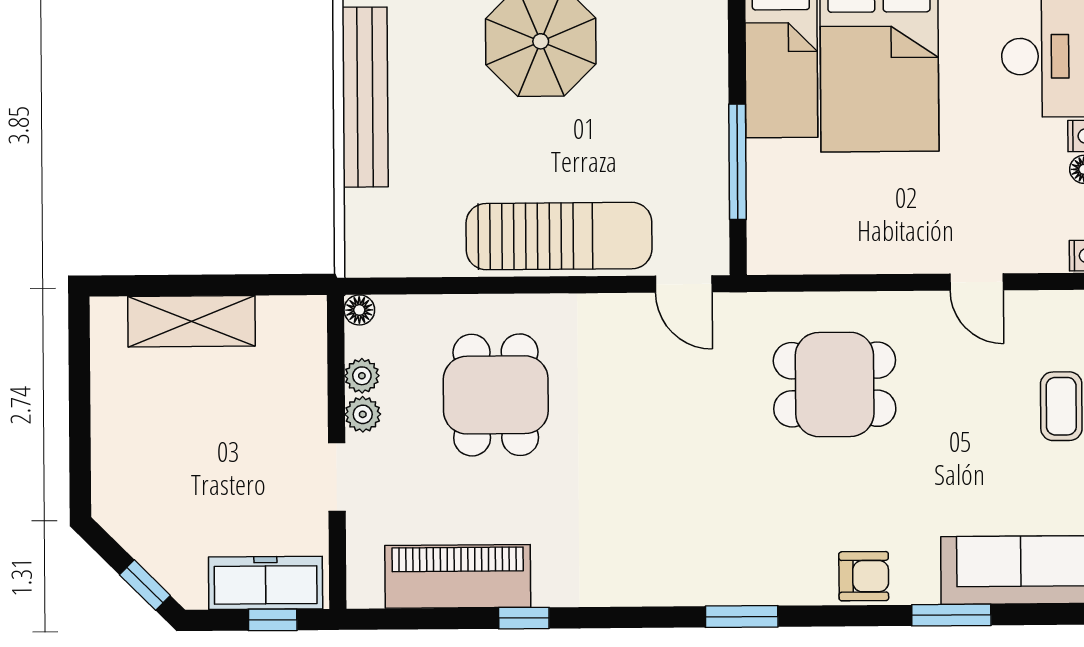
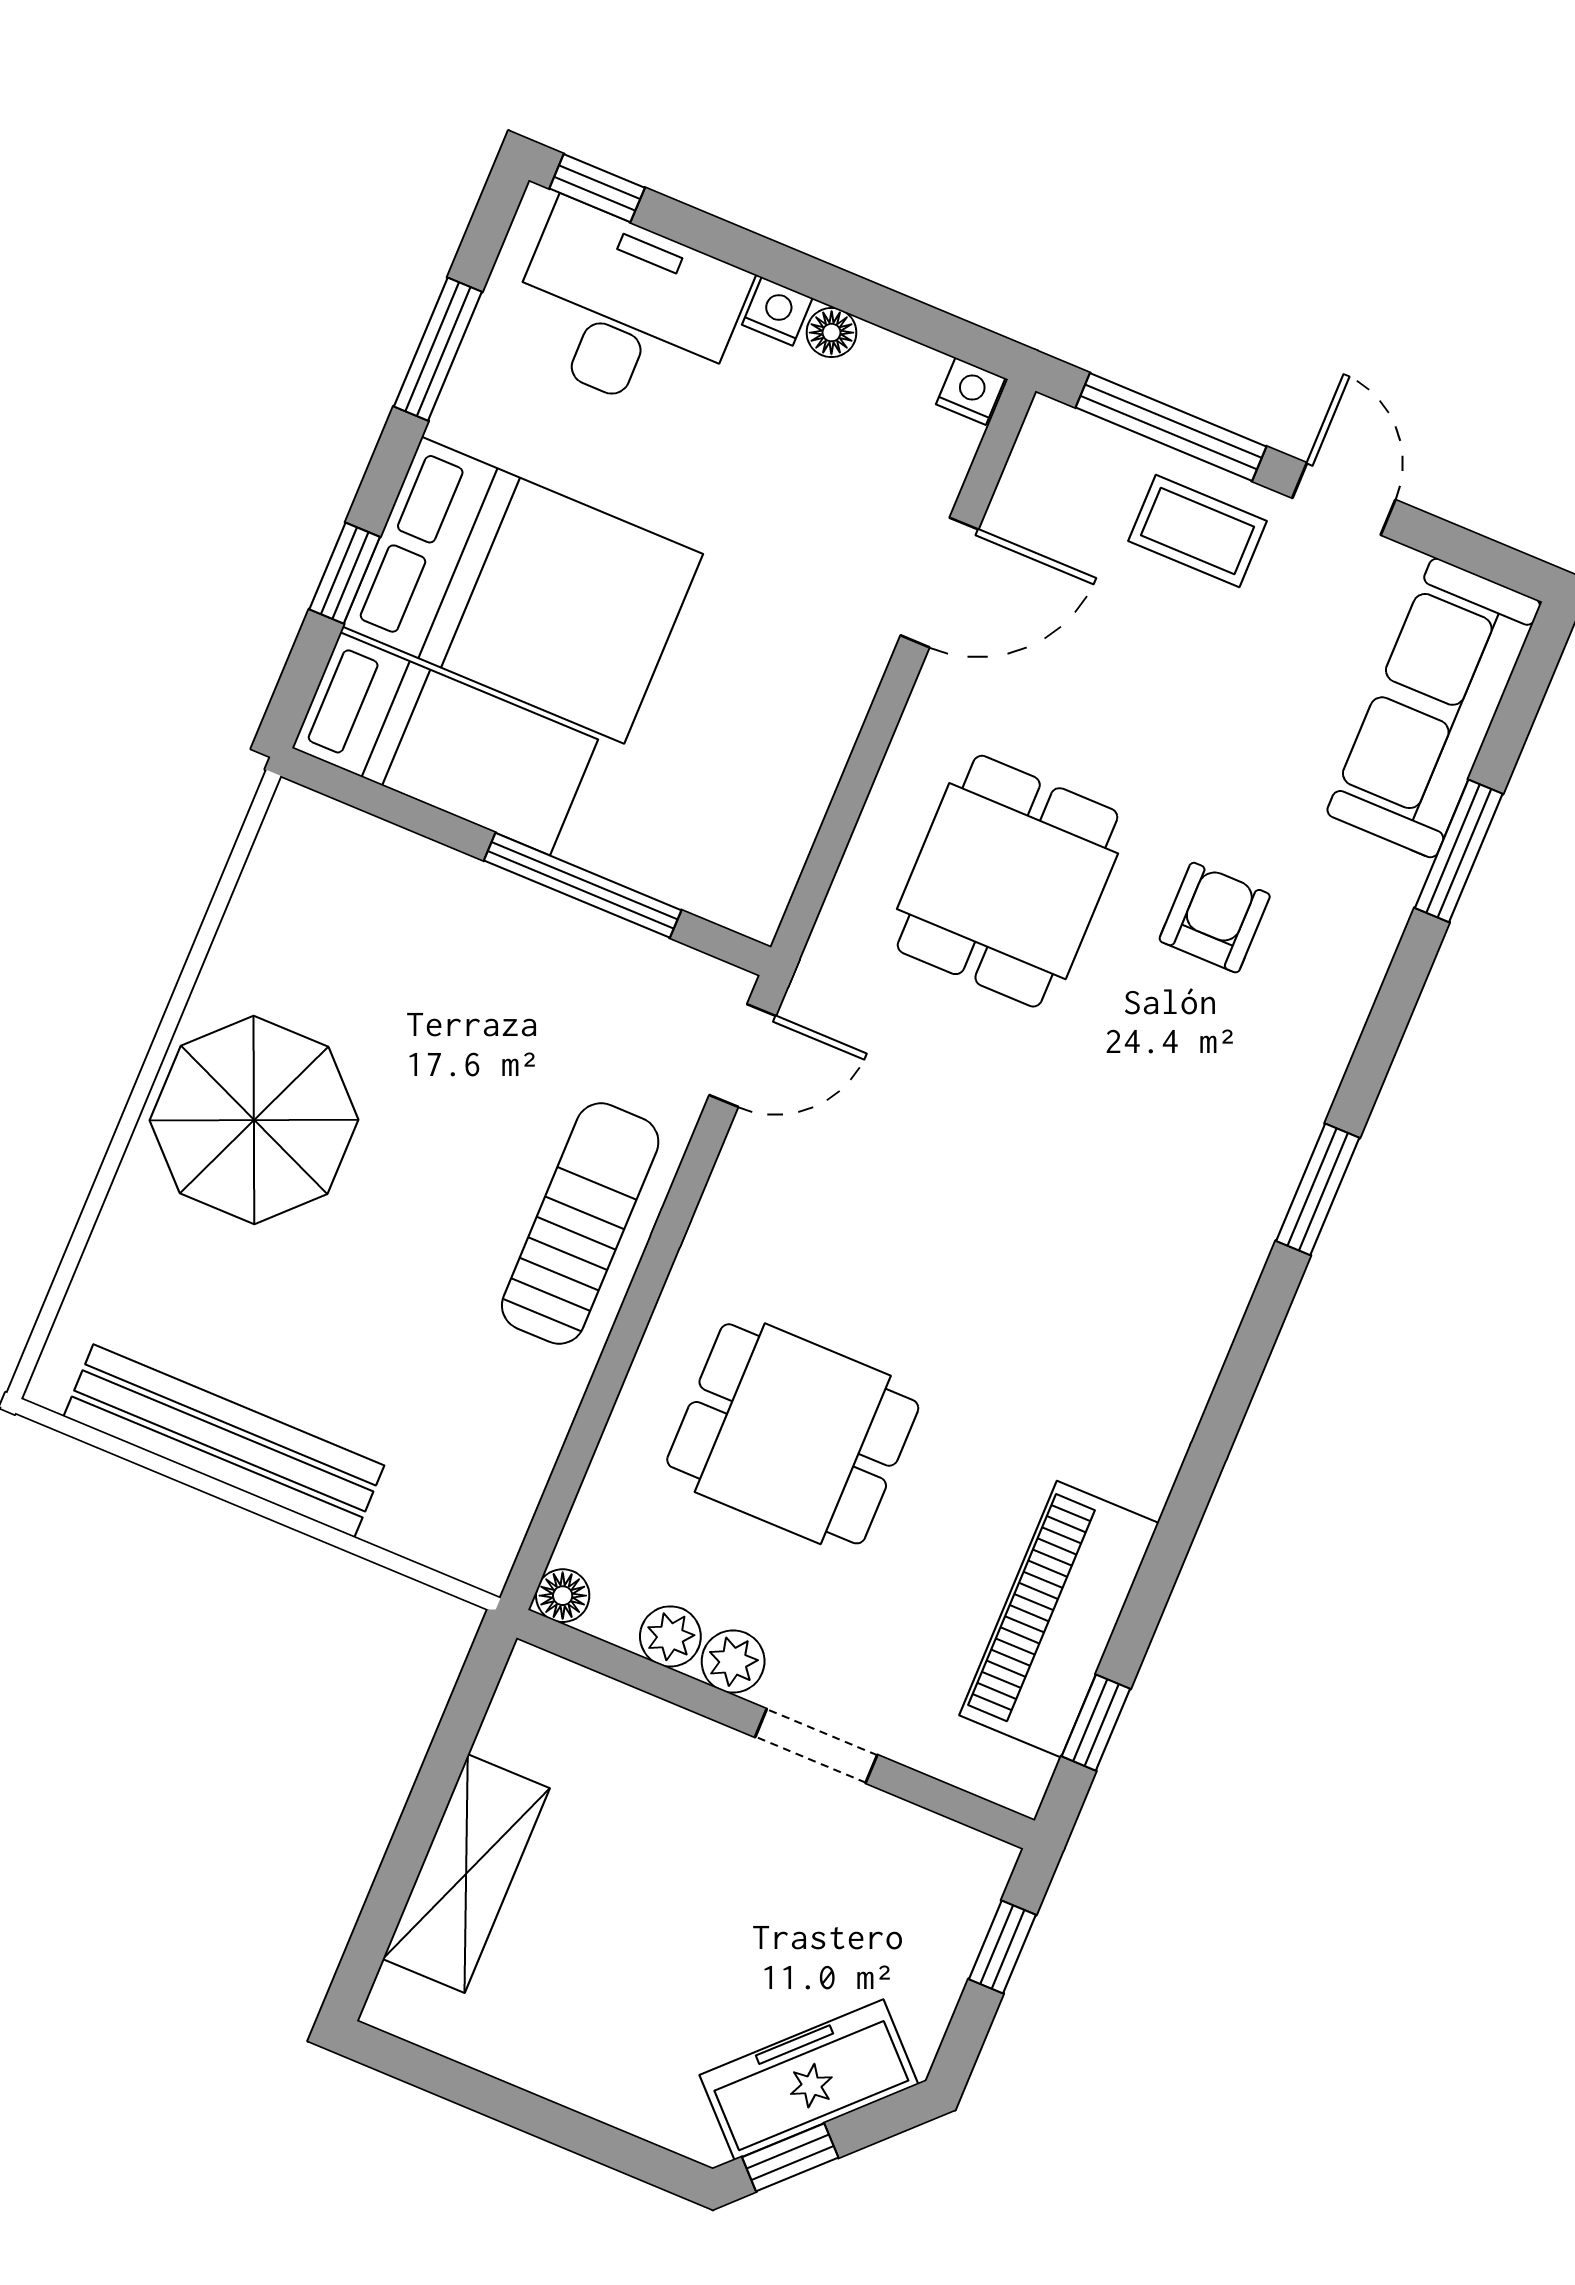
sun lounger: (559, 236) -> (580, 1224), width x0.73, depth x0.75
door: (977, 282) -> (940, 582), width x1.38
armchair: (864, 576) -> (1215, 918), moved
freezer: (266, 583) -> (809, 2080), moved, turned 45
window: (145, 585) -> (790, 2157), moved
window: (524, 618) -> (1096, 1723), moved

